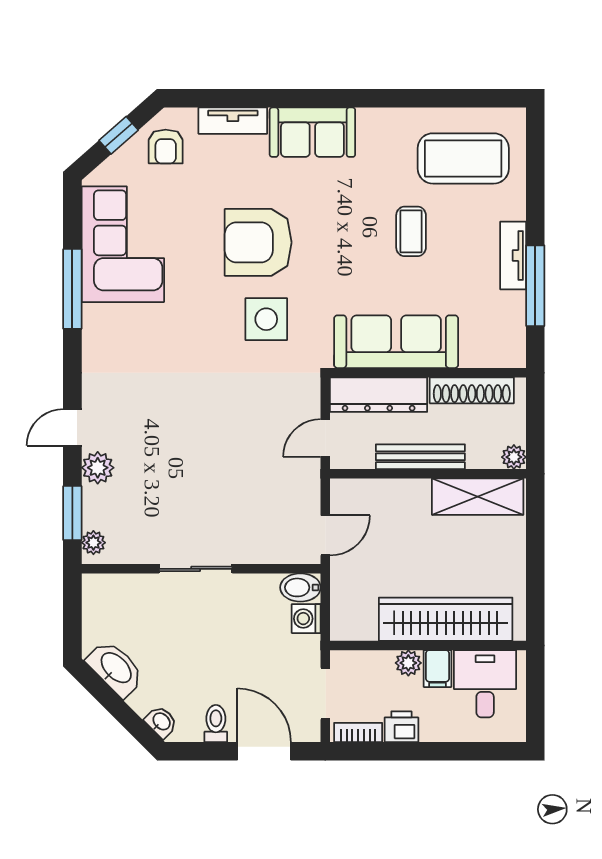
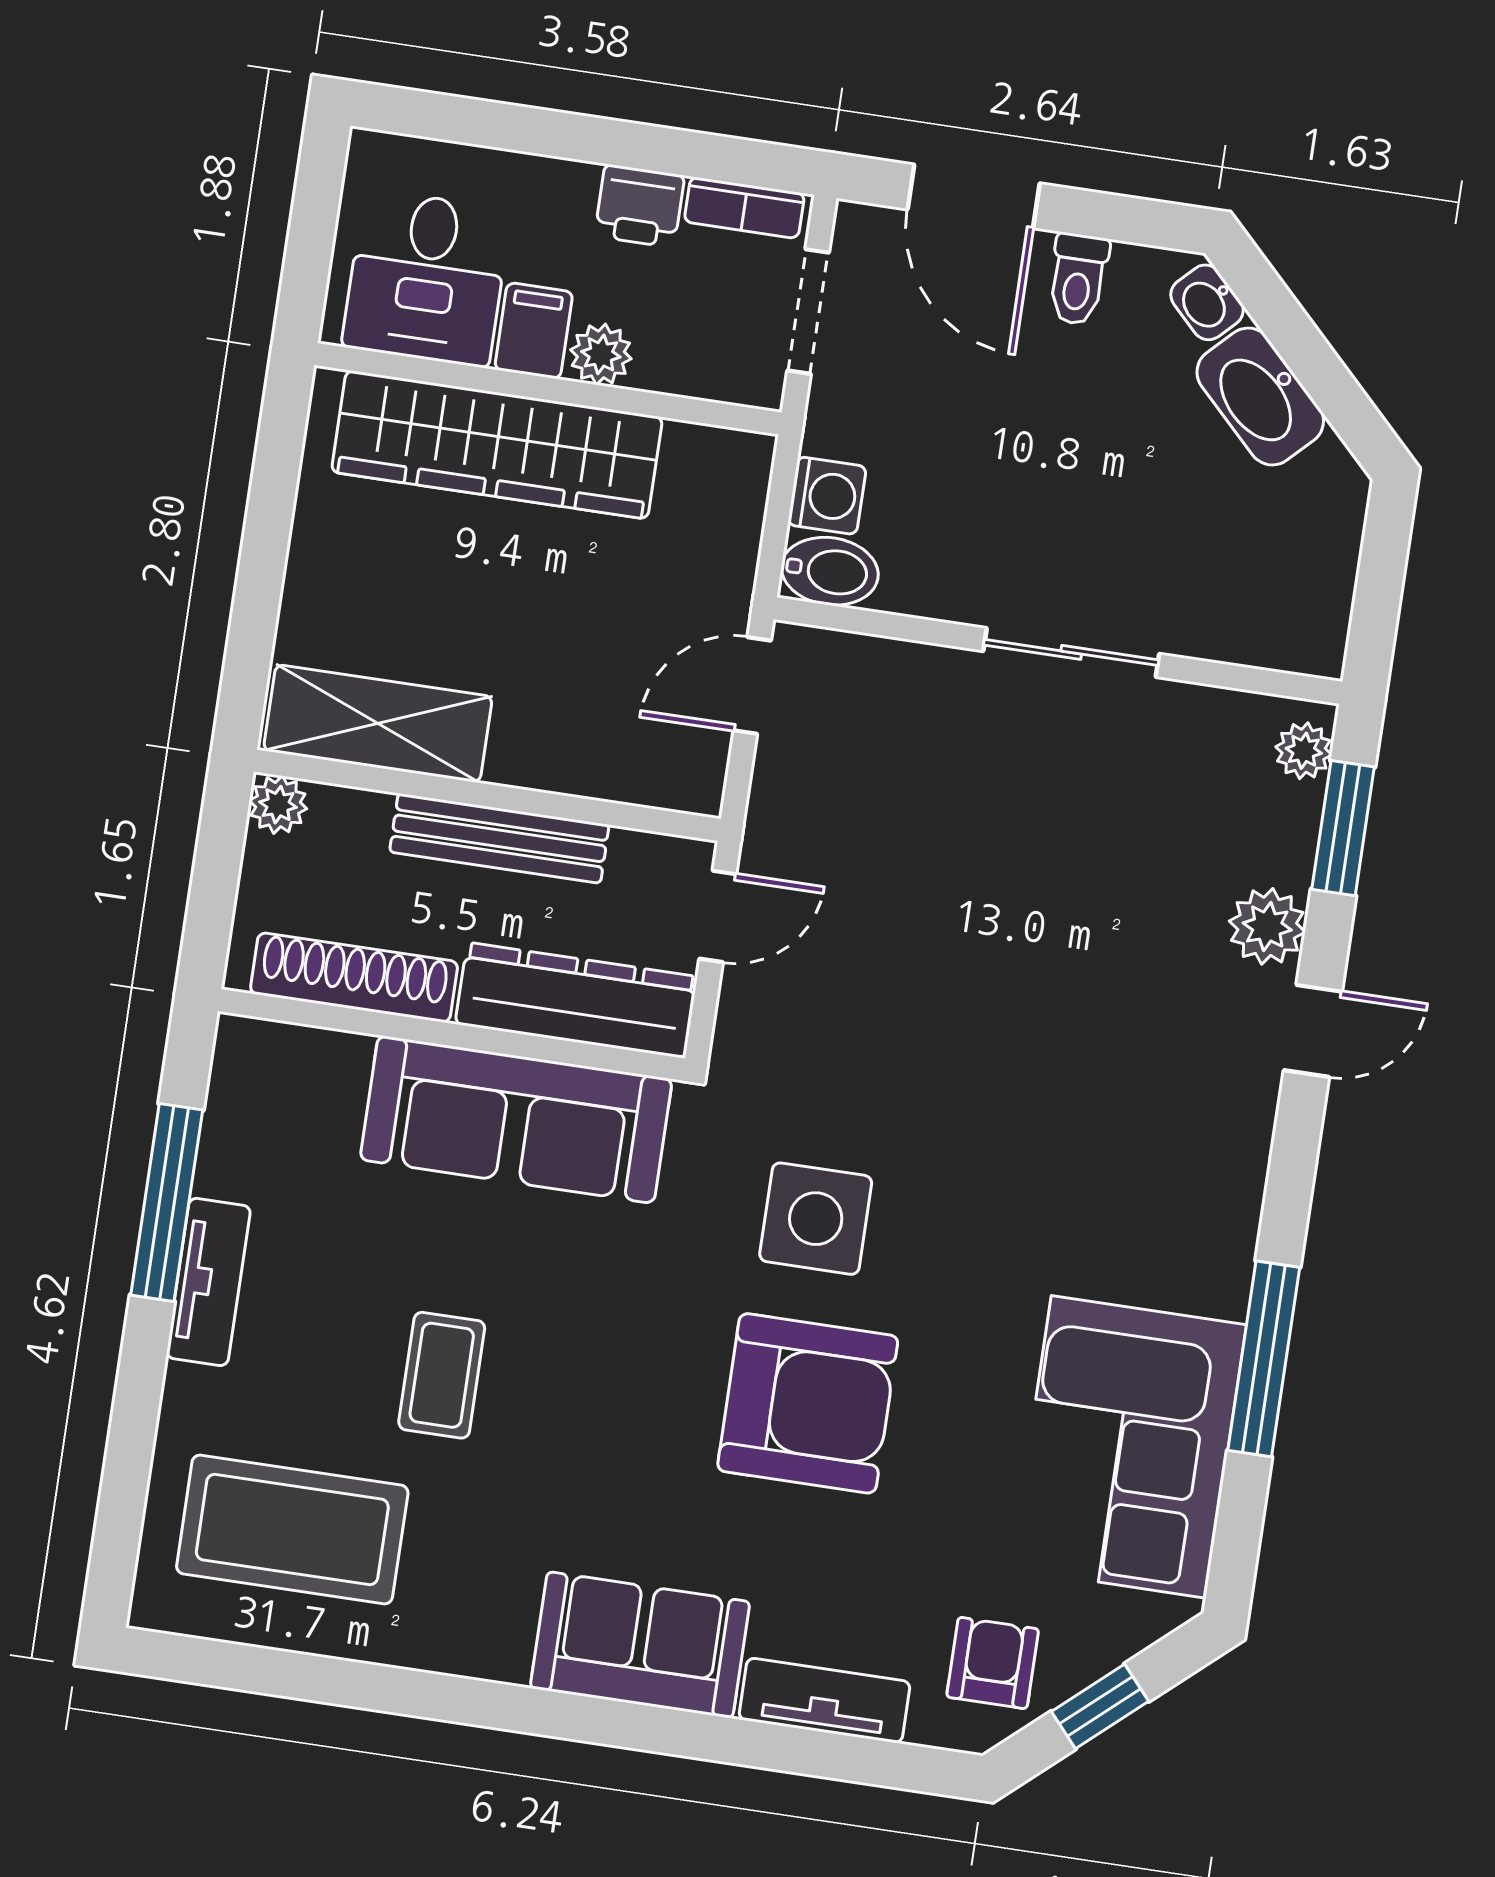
washbasin: (115, 668) -> (1260, 397), moved

